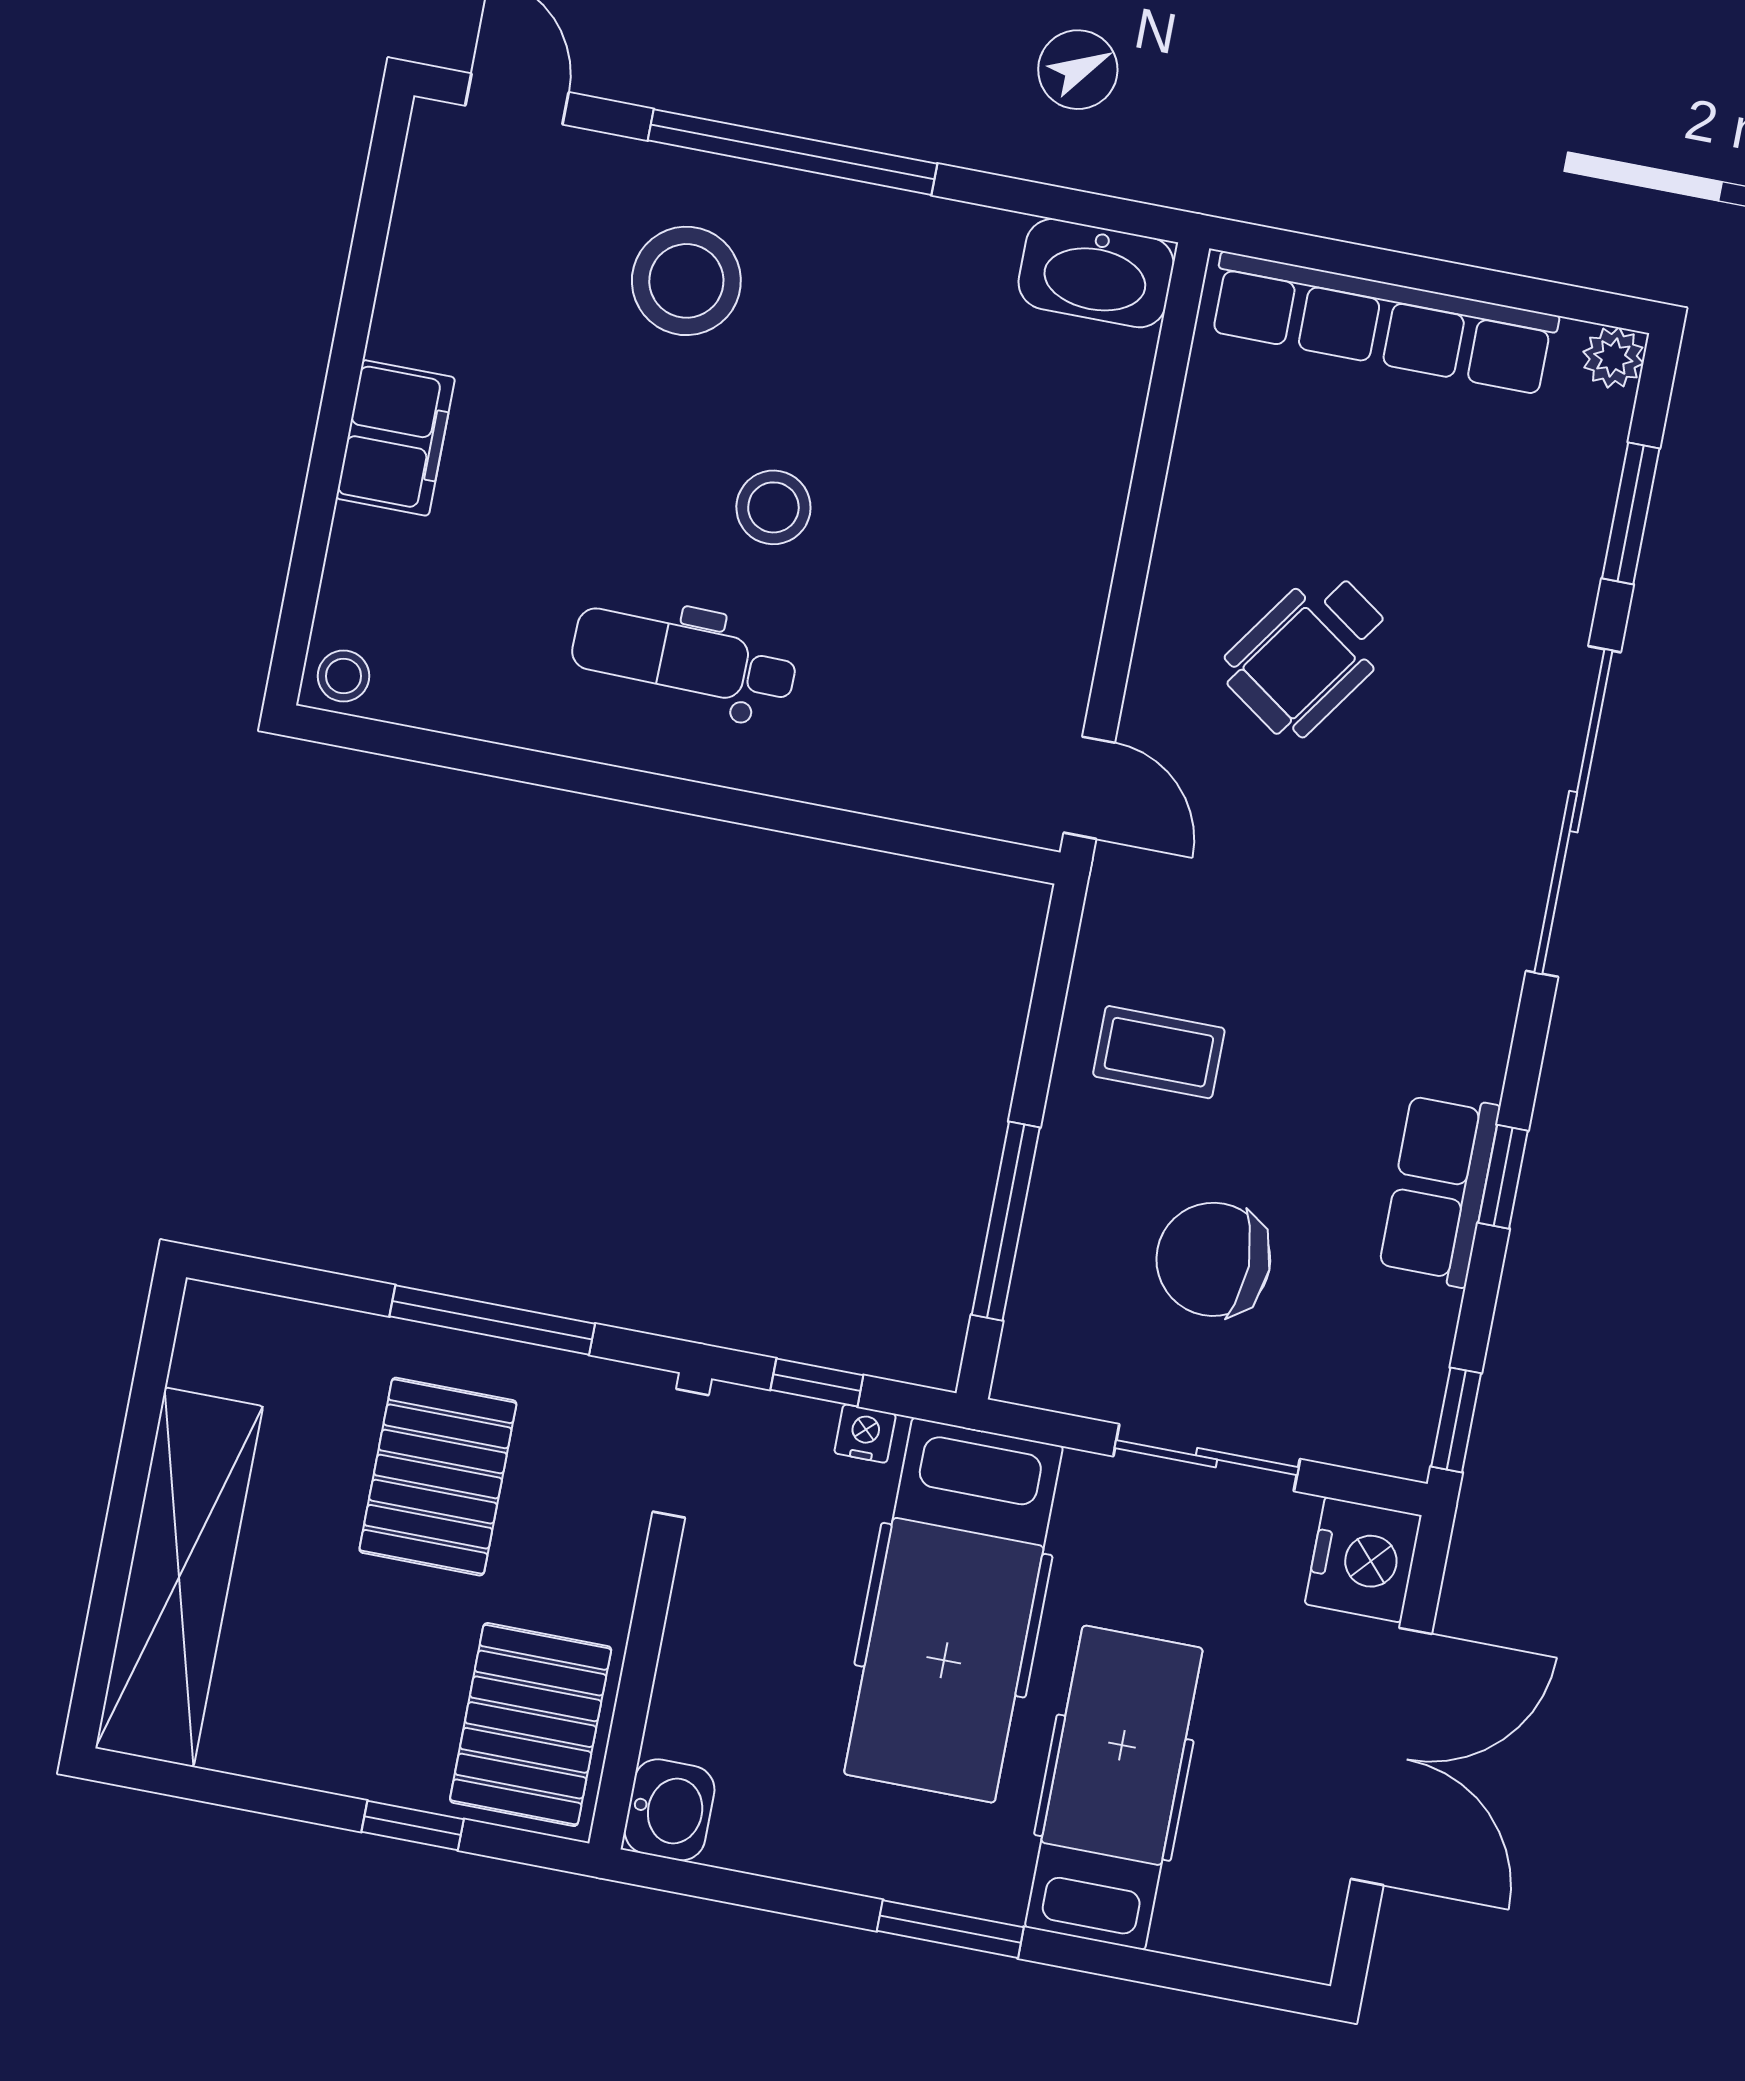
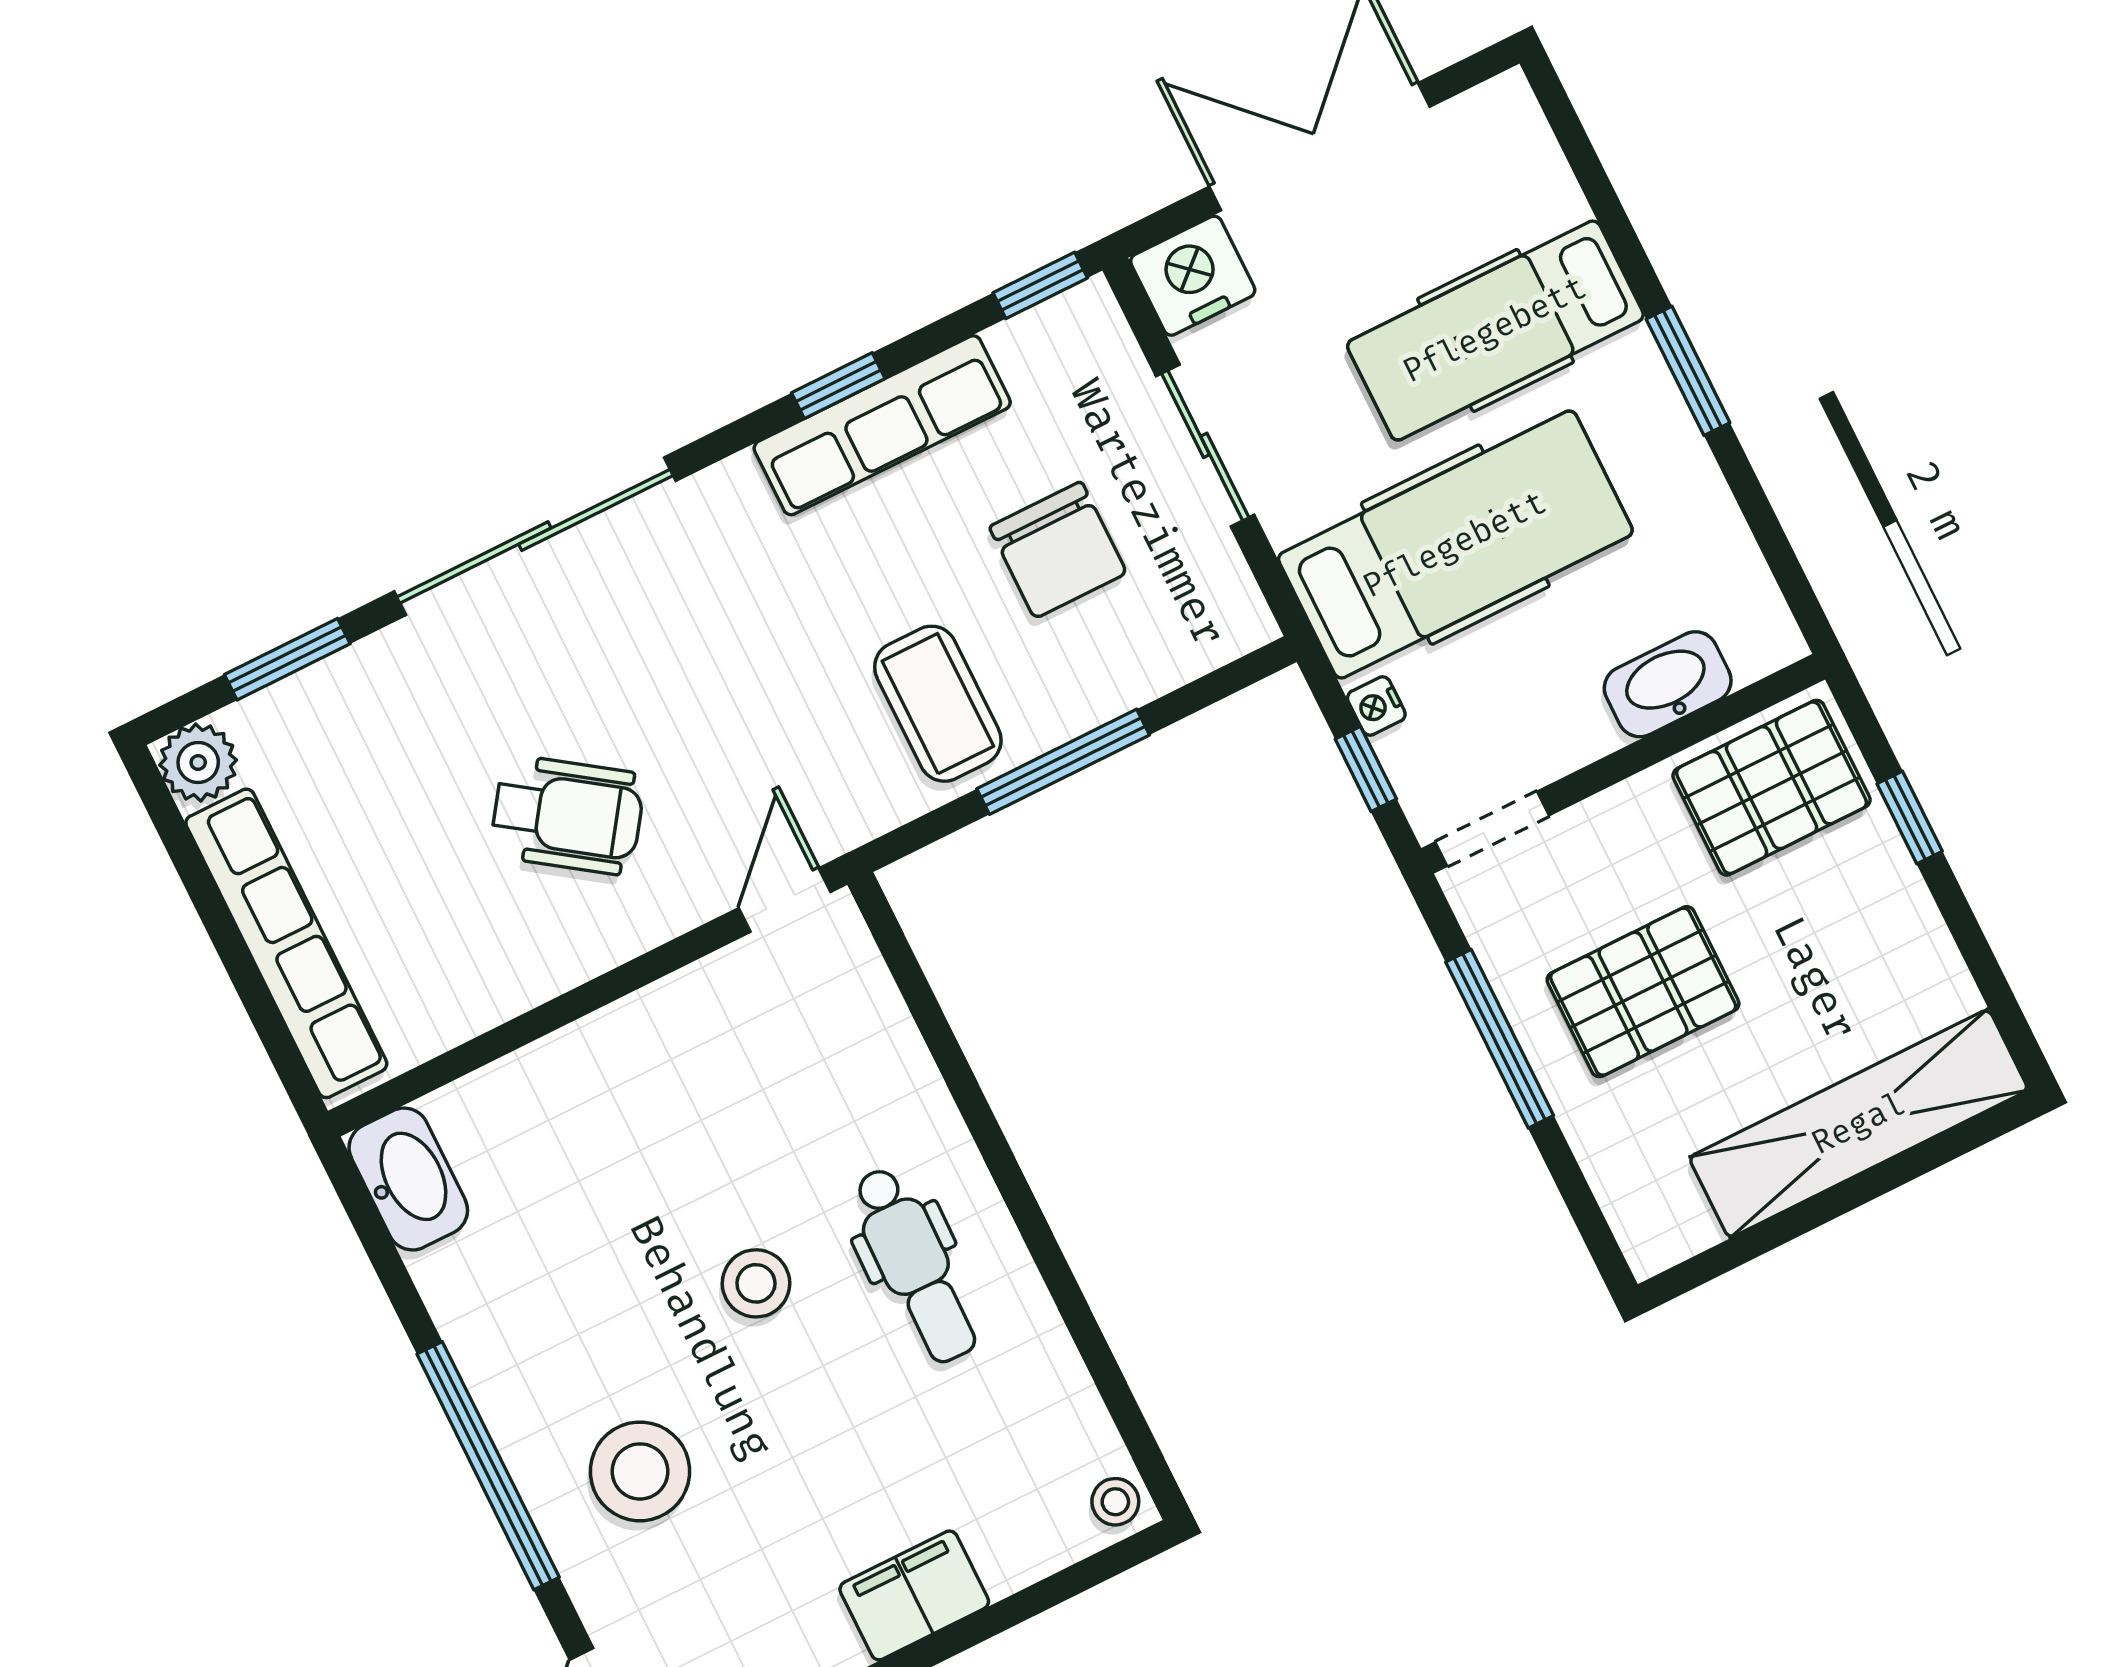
plant: (1613, 358) -> (198, 762), width x1.38, depth x1.38
coffee table: (1159, 1052) -> (938, 704), width x1.36, depth x1.30
row of seats: (1439, 1189) -> (882, 425), width x1.48
window: (1006, 1221) -> (1063, 762), moved
washbasin: (669, 1810) -> (1668, 684), moved, width x1.38

